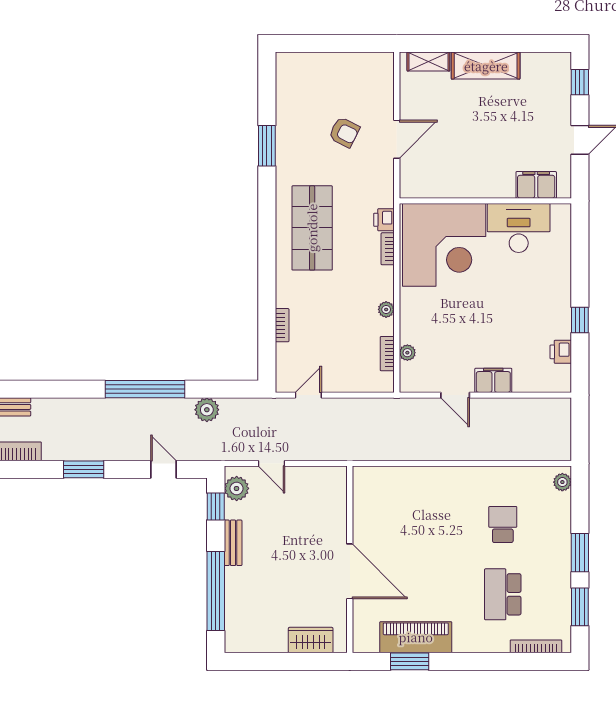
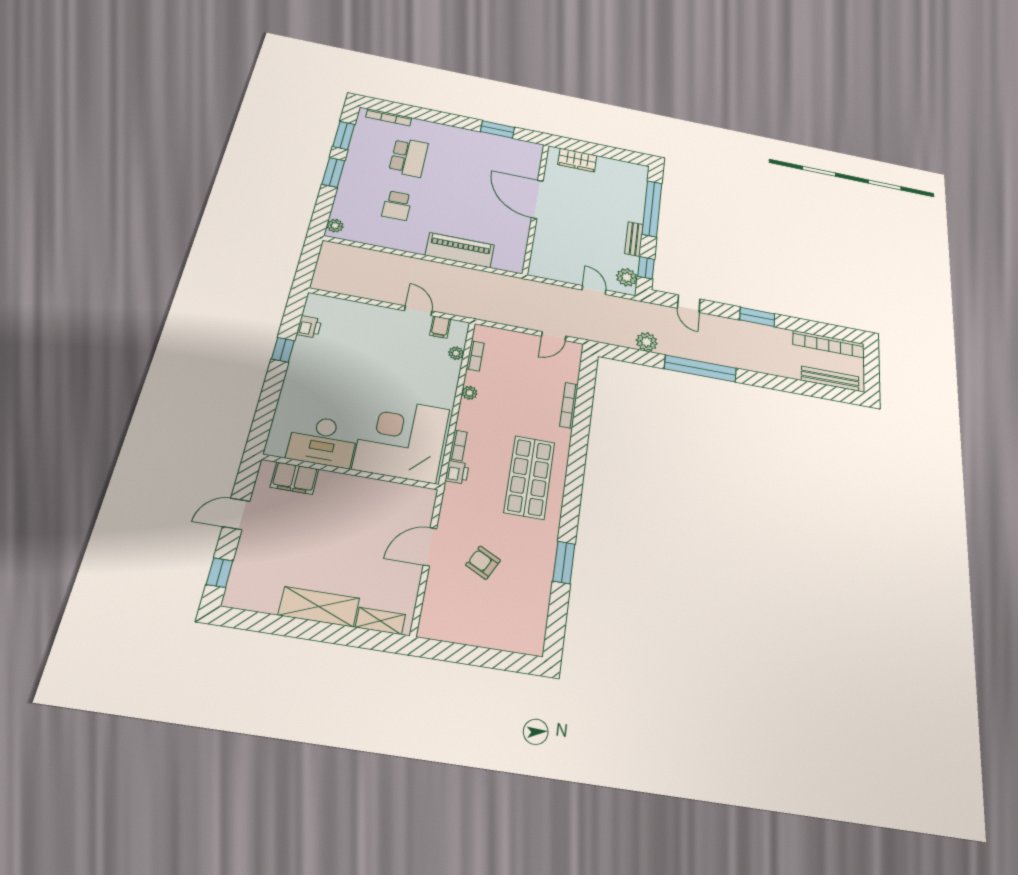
bookcase: (282, 325) -> (569, 405), width x1.56
filing cabinet: (493, 380) -> (440, 327), moved, width x0.50
piano: (416, 637) -> (460, 250), moved, turned 180

